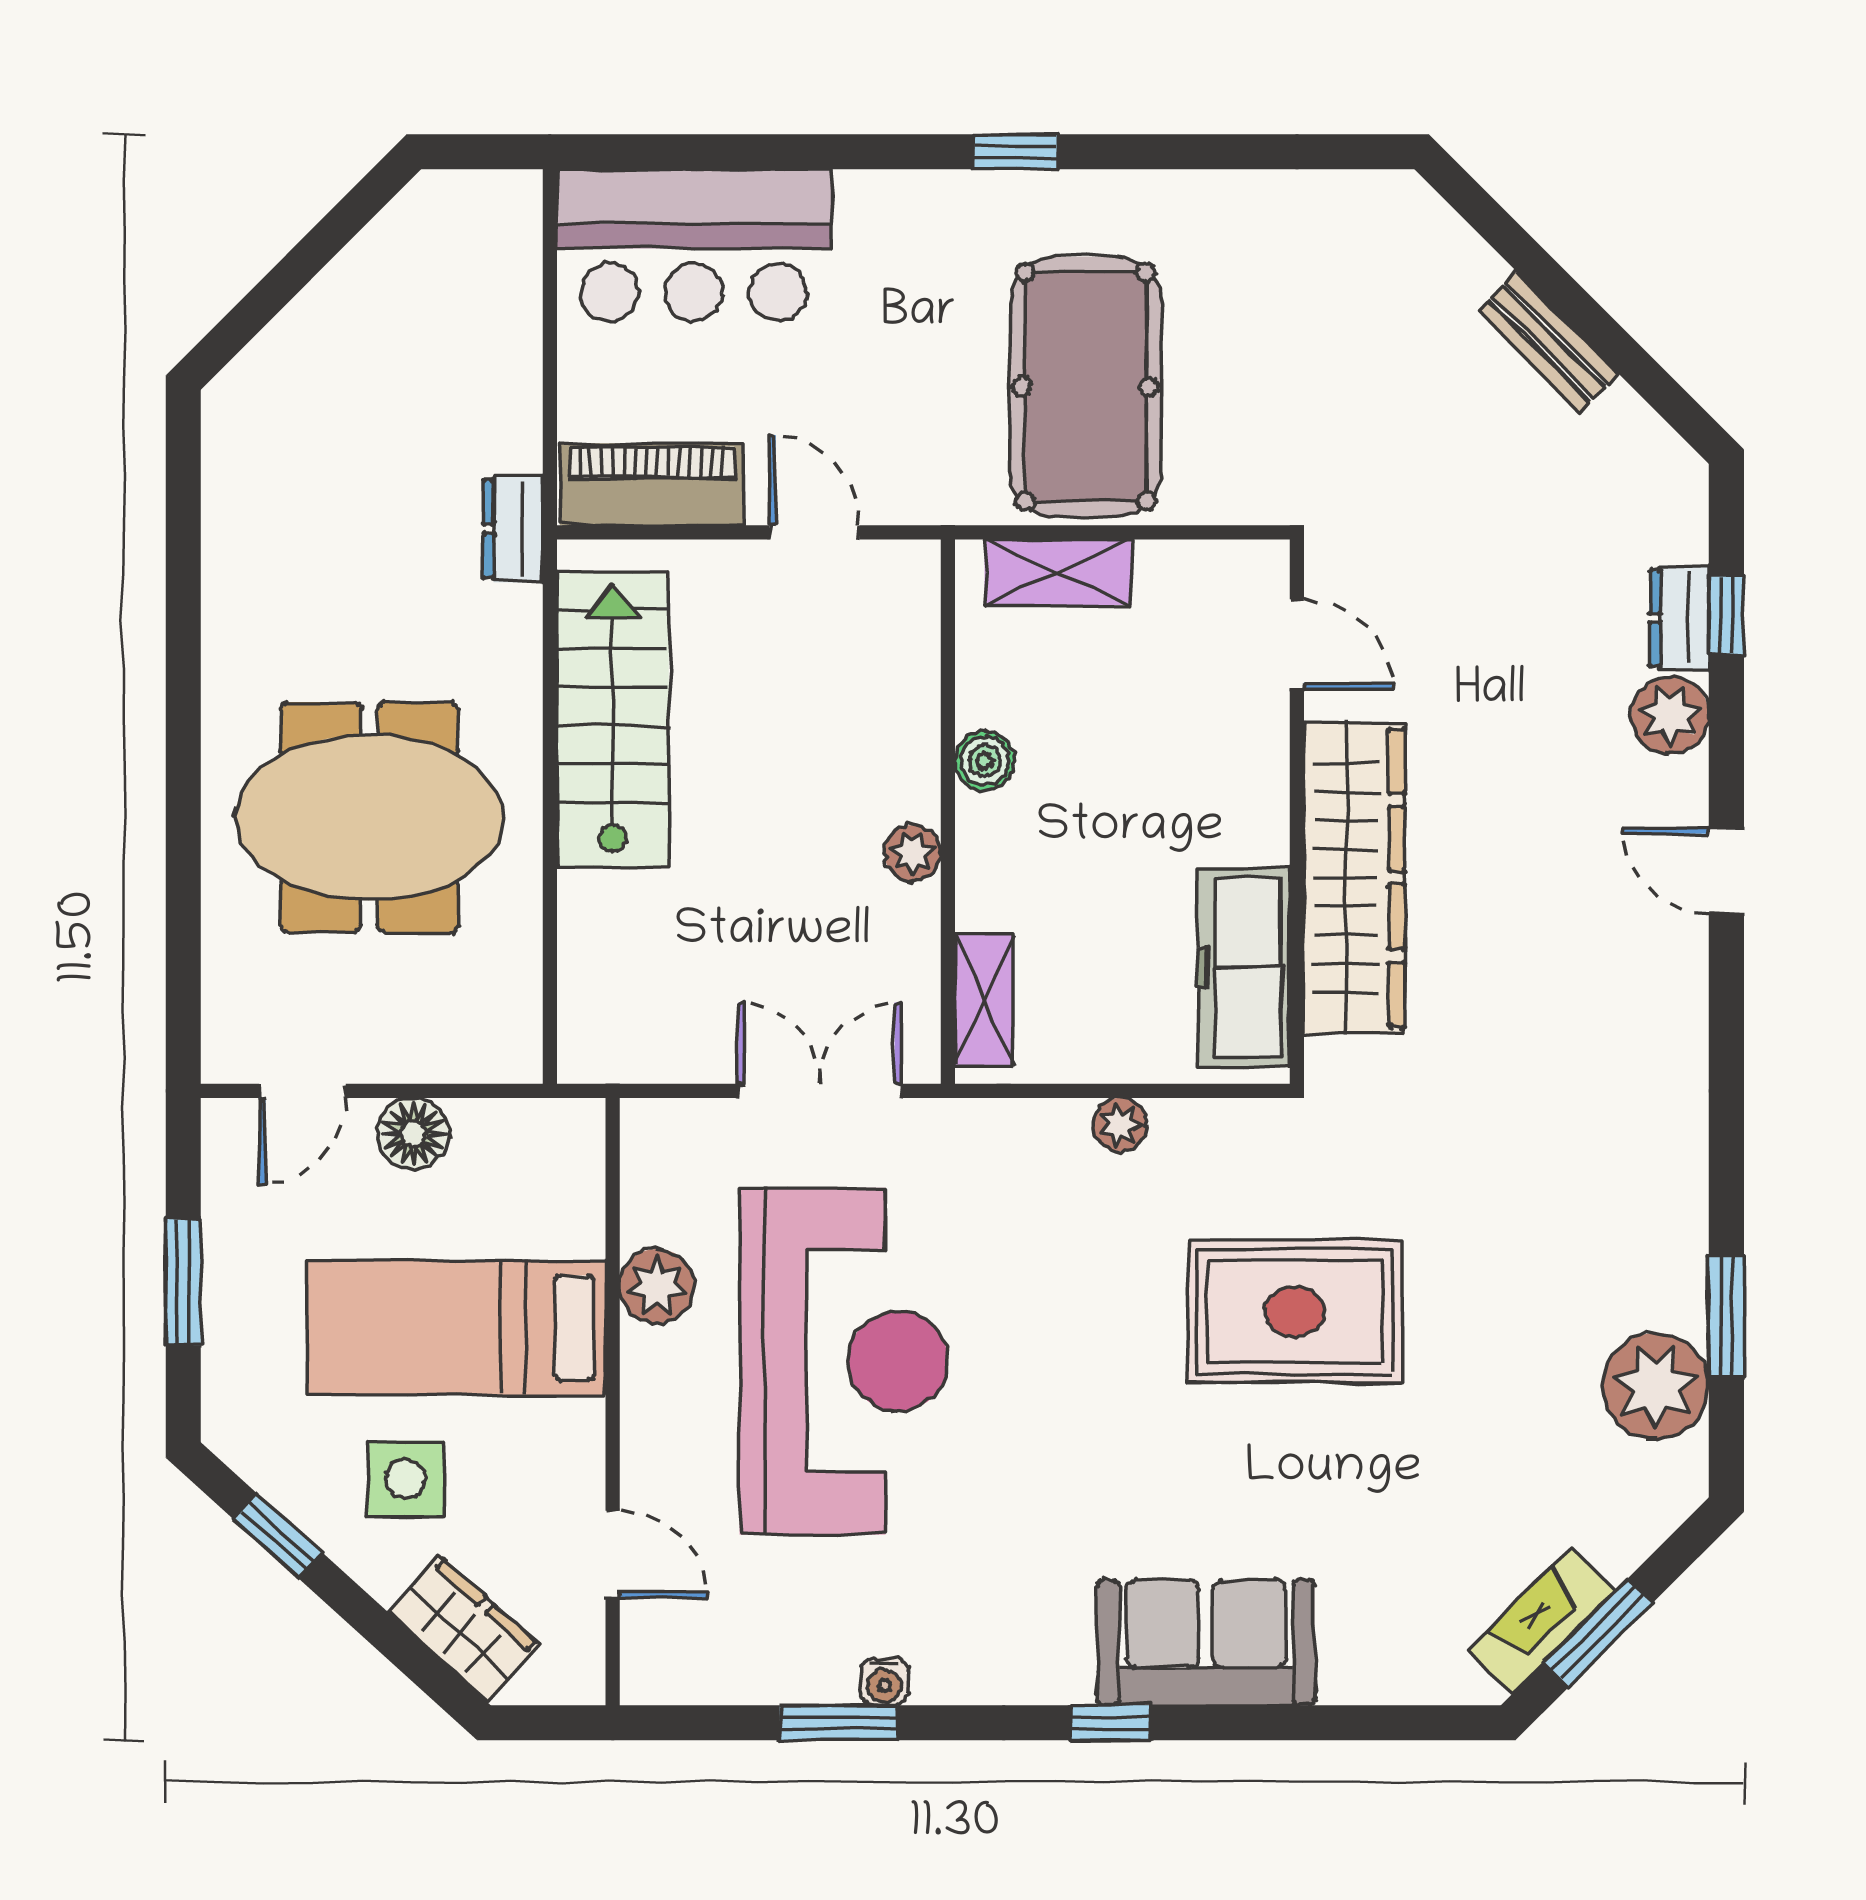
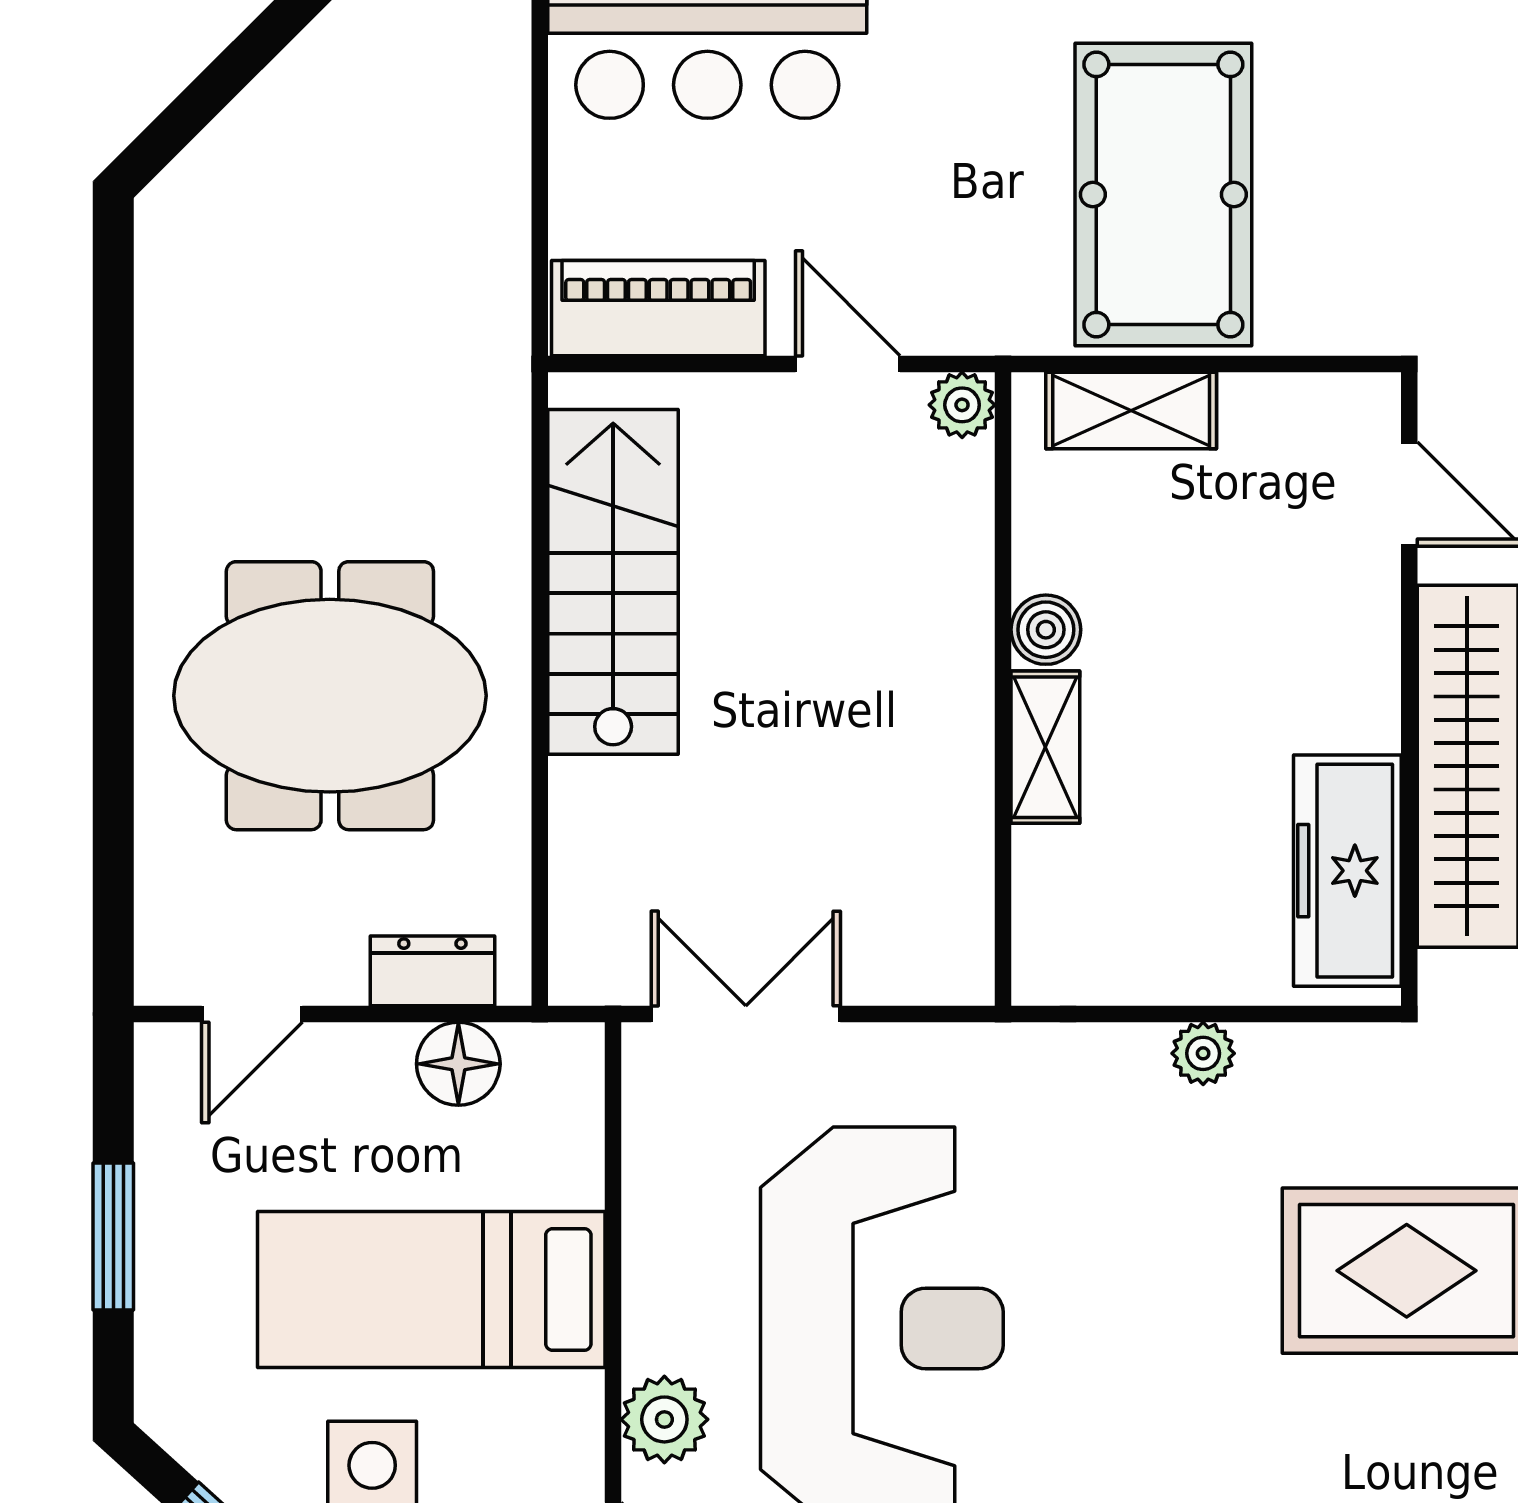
dresser: (513, 529) -> (432, 971), moved, turned 90
plant: (913, 853) -> (962, 405), moved
shelving: (984, 1000) -> (1045, 747), moved
double door: (820, 1091) -> (746, 1014), moved
floor lamp: (414, 1134) -> (458, 1064), moved
plant: (657, 1286) -> (664, 1419), moved

